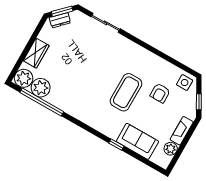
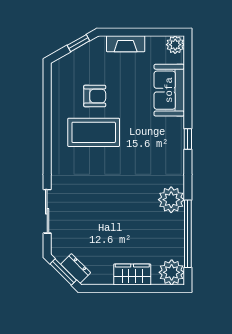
side table: (185, 83) -> (65, 74), removed
plant: (41, 88) -> (171, 200), moved
coffee table: (126, 92) -> (94, 132), moved
window: (116, 145) -> (188, 139), moved
plant: (171, 149) -> (175, 45), moved

